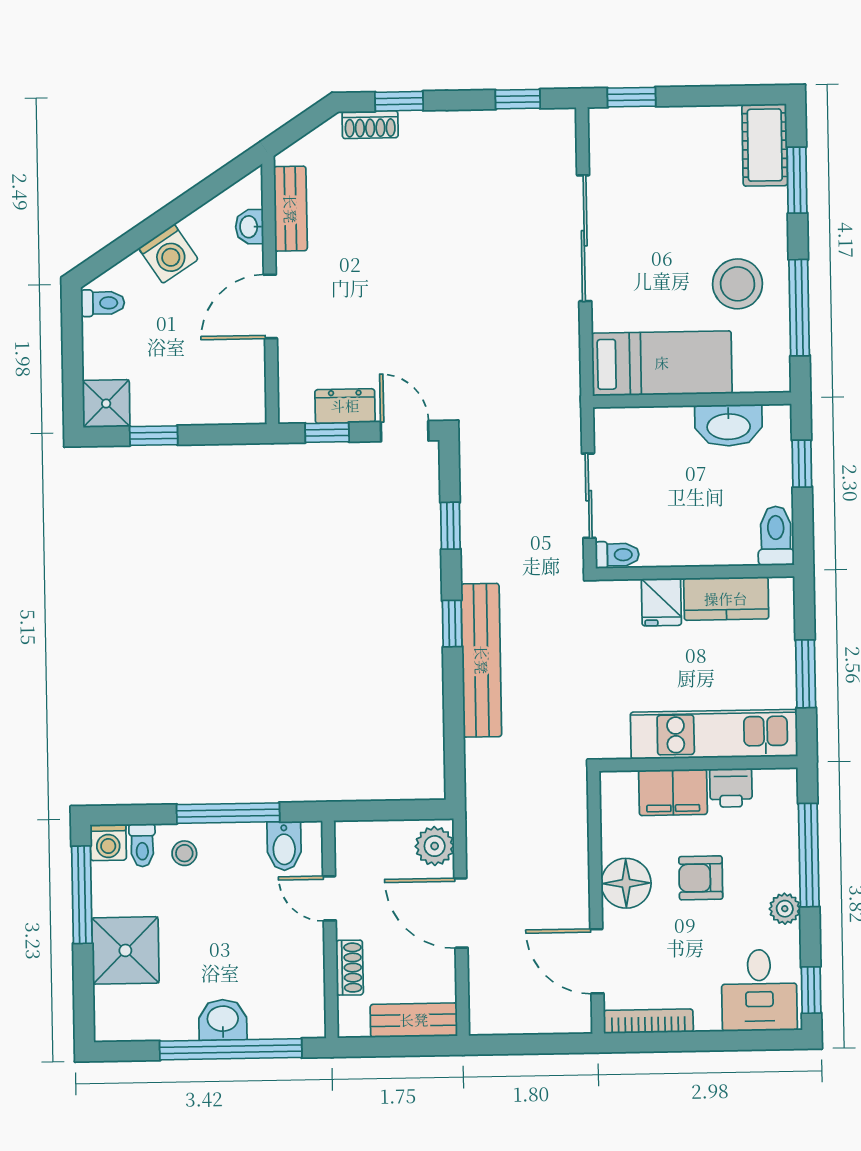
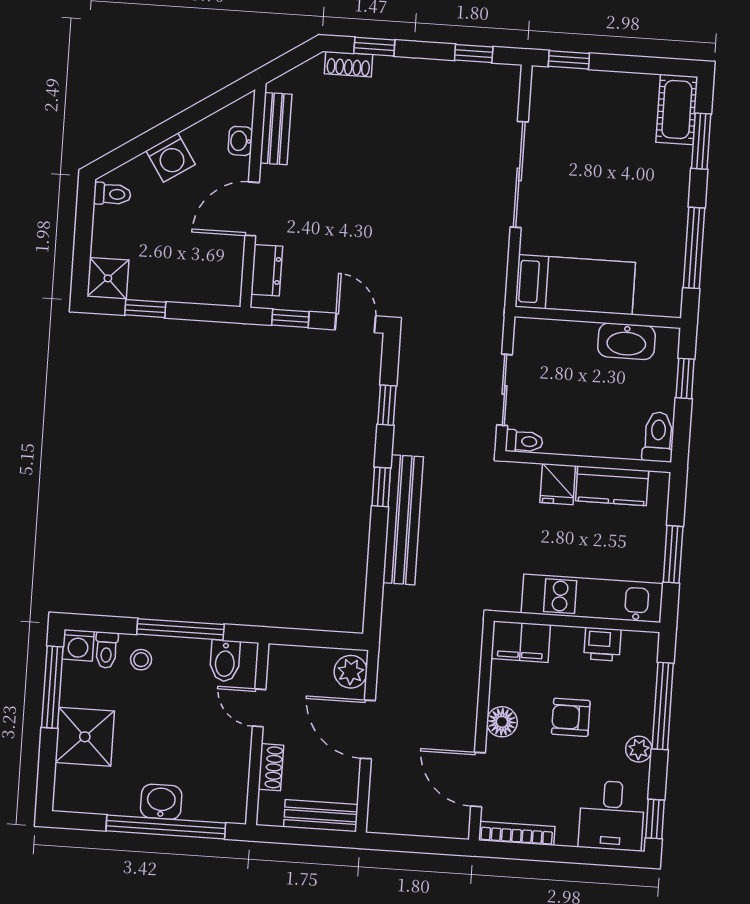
stool: (738, 284) -> (644, 224), removed
dresser: (345, 406) -> (267, 270), moved, turned 90
filing cabinet: (673, 792) -> (521, 642), moved
floor lamp: (626, 883) -> (502, 722), width x0.73, depth x0.73

